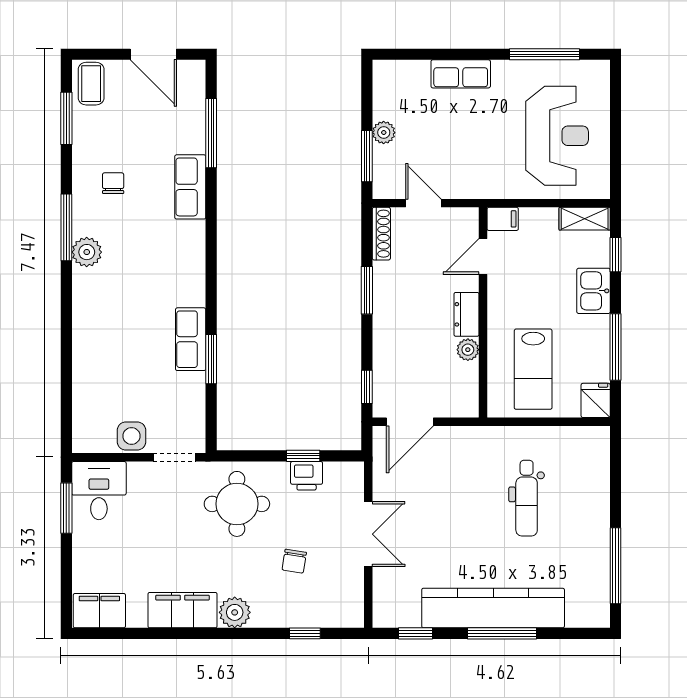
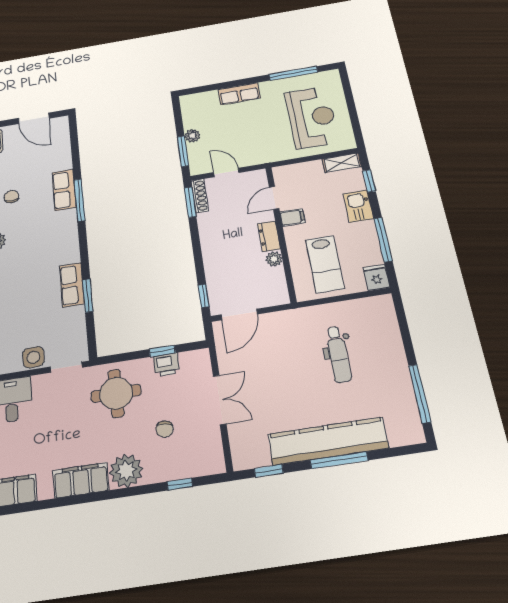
window: (211, 133) -> (79, 200), moved
filing cabinet: (503, 219) -> (292, 217), moved
window: (367, 290) -> (190, 202), moved
plant: (235, 612) -> (126, 471), width x1.36, depth x1.36

